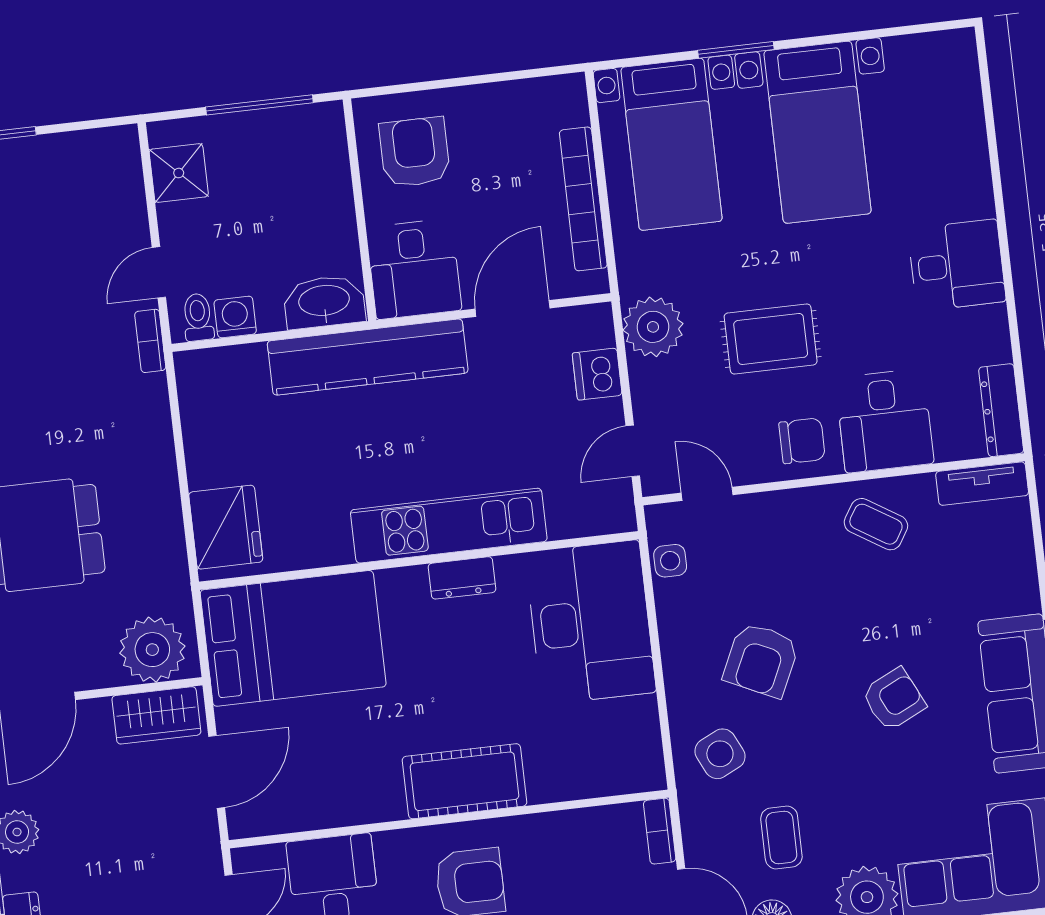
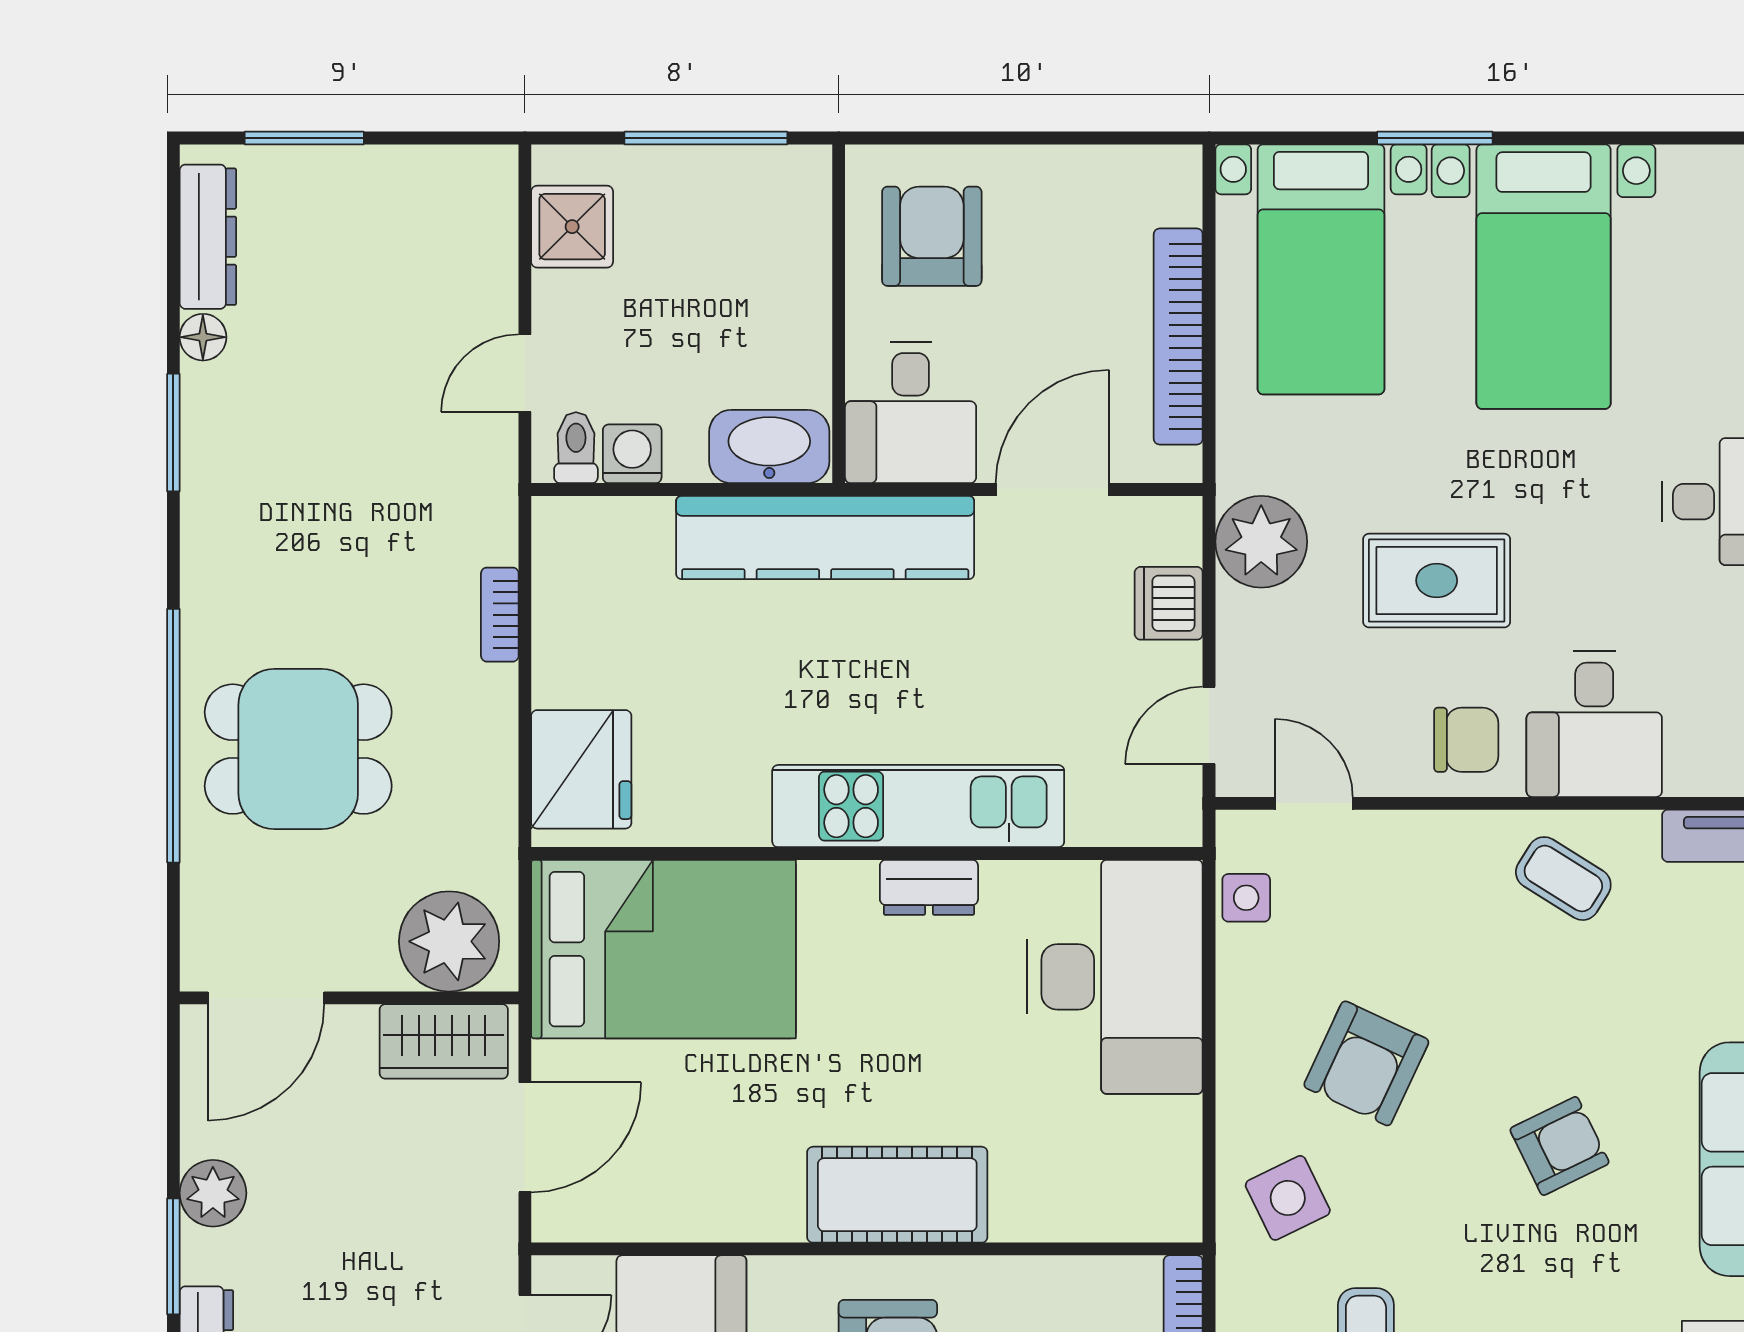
bookcase: (150, 341) -> (500, 615), moved

